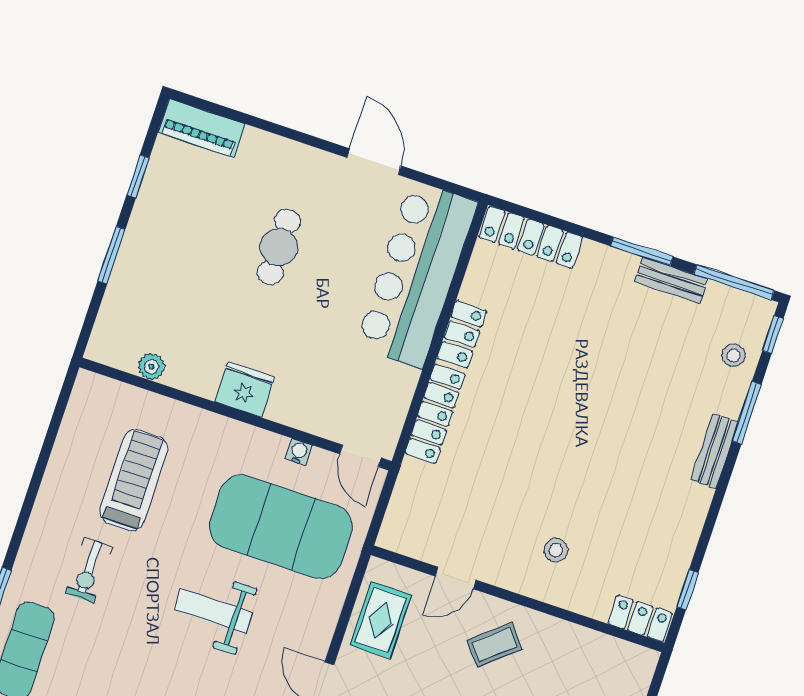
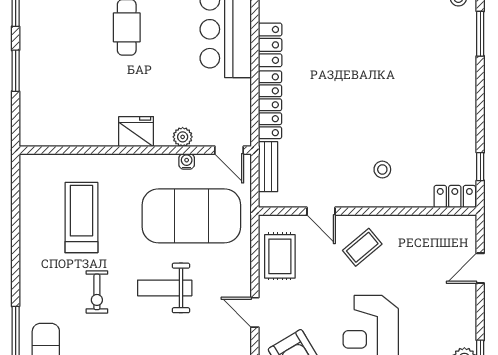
plant: (151, 366) -> (183, 137), moved
bench: (714, 451) -> (268, 167), moved
exercise bike: (89, 570) -> (97, 292), moved
door: (456, 578) -> (321, 211), hinge flipped

